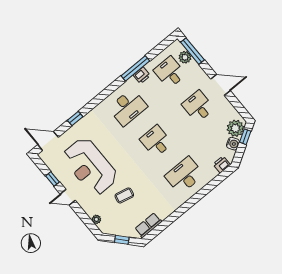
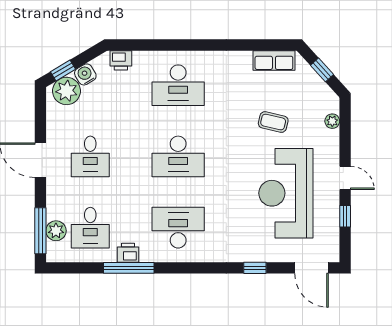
desk: (156, 141) -> (178, 156), width x1.37
reception desk: (90, 166) -> (286, 193), turned 180

